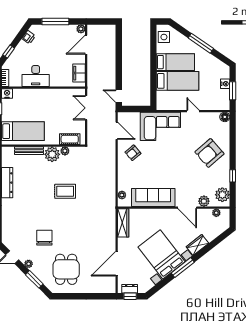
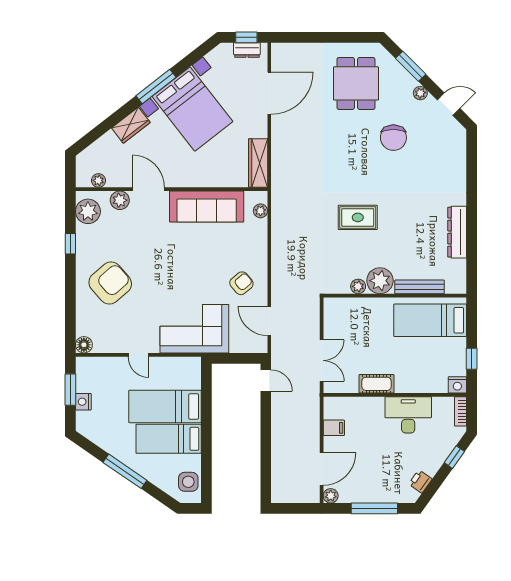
filing cabinet: (79, 73) -> (334, 428), width x0.50
cot: (70, 139) -> (377, 384), moved

